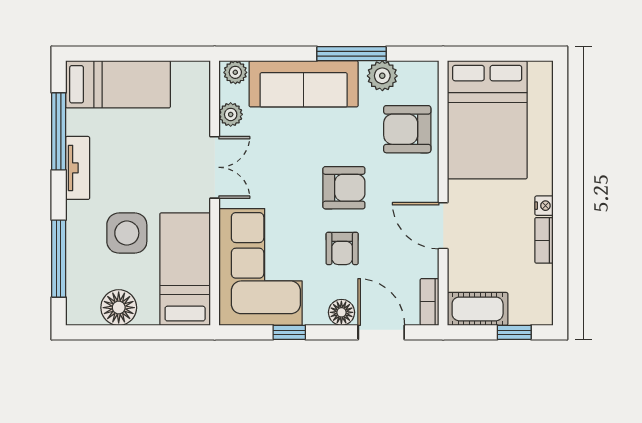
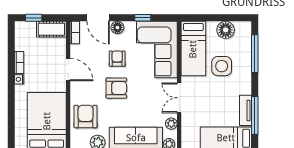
armchair: (407, 129) -> (86, 116), turned -90
tv unit: (78, 168) -> (246, 110), moved
armchair: (344, 188) -> (116, 88), turned 180

